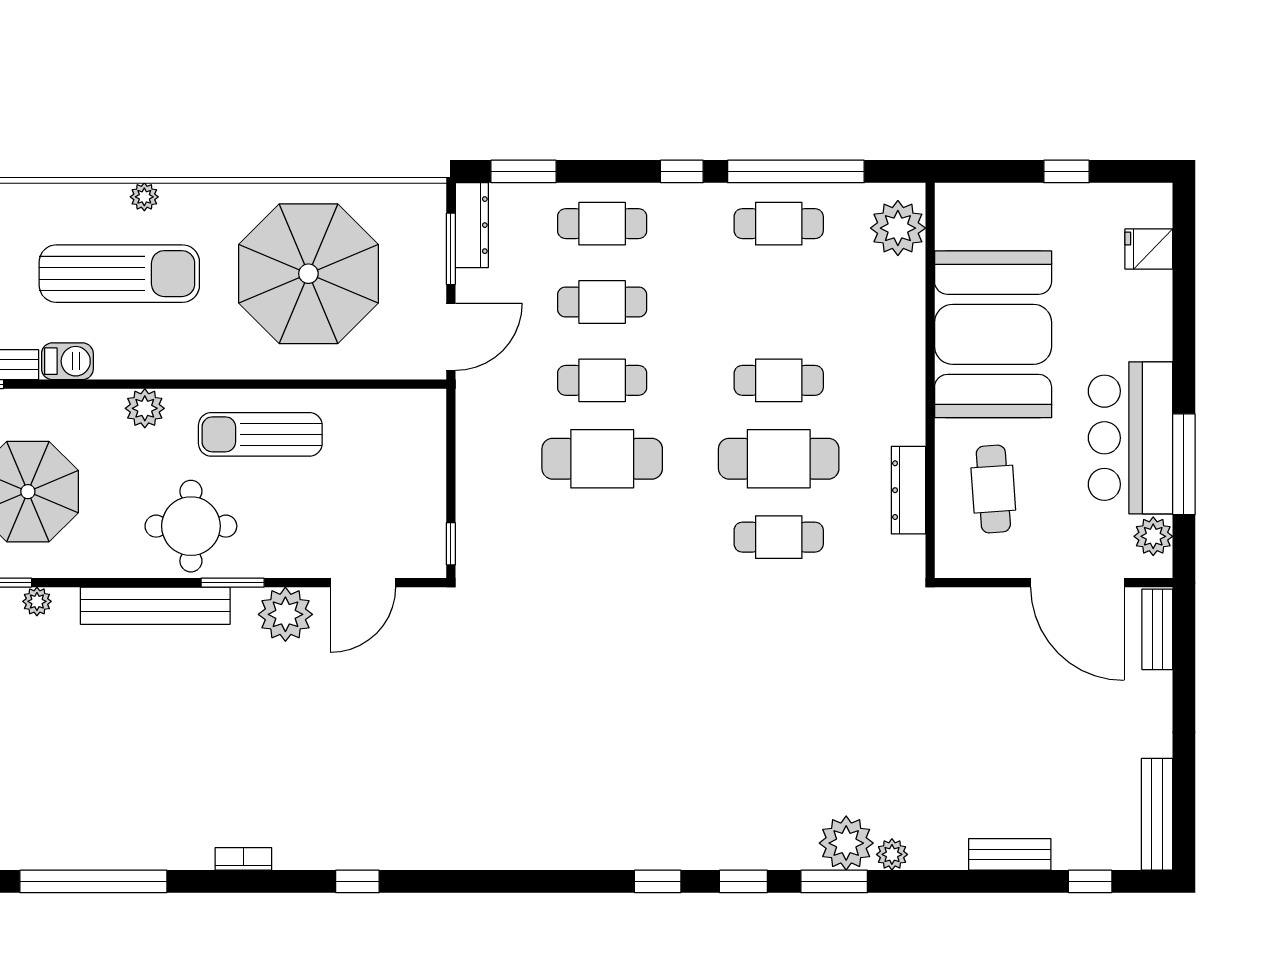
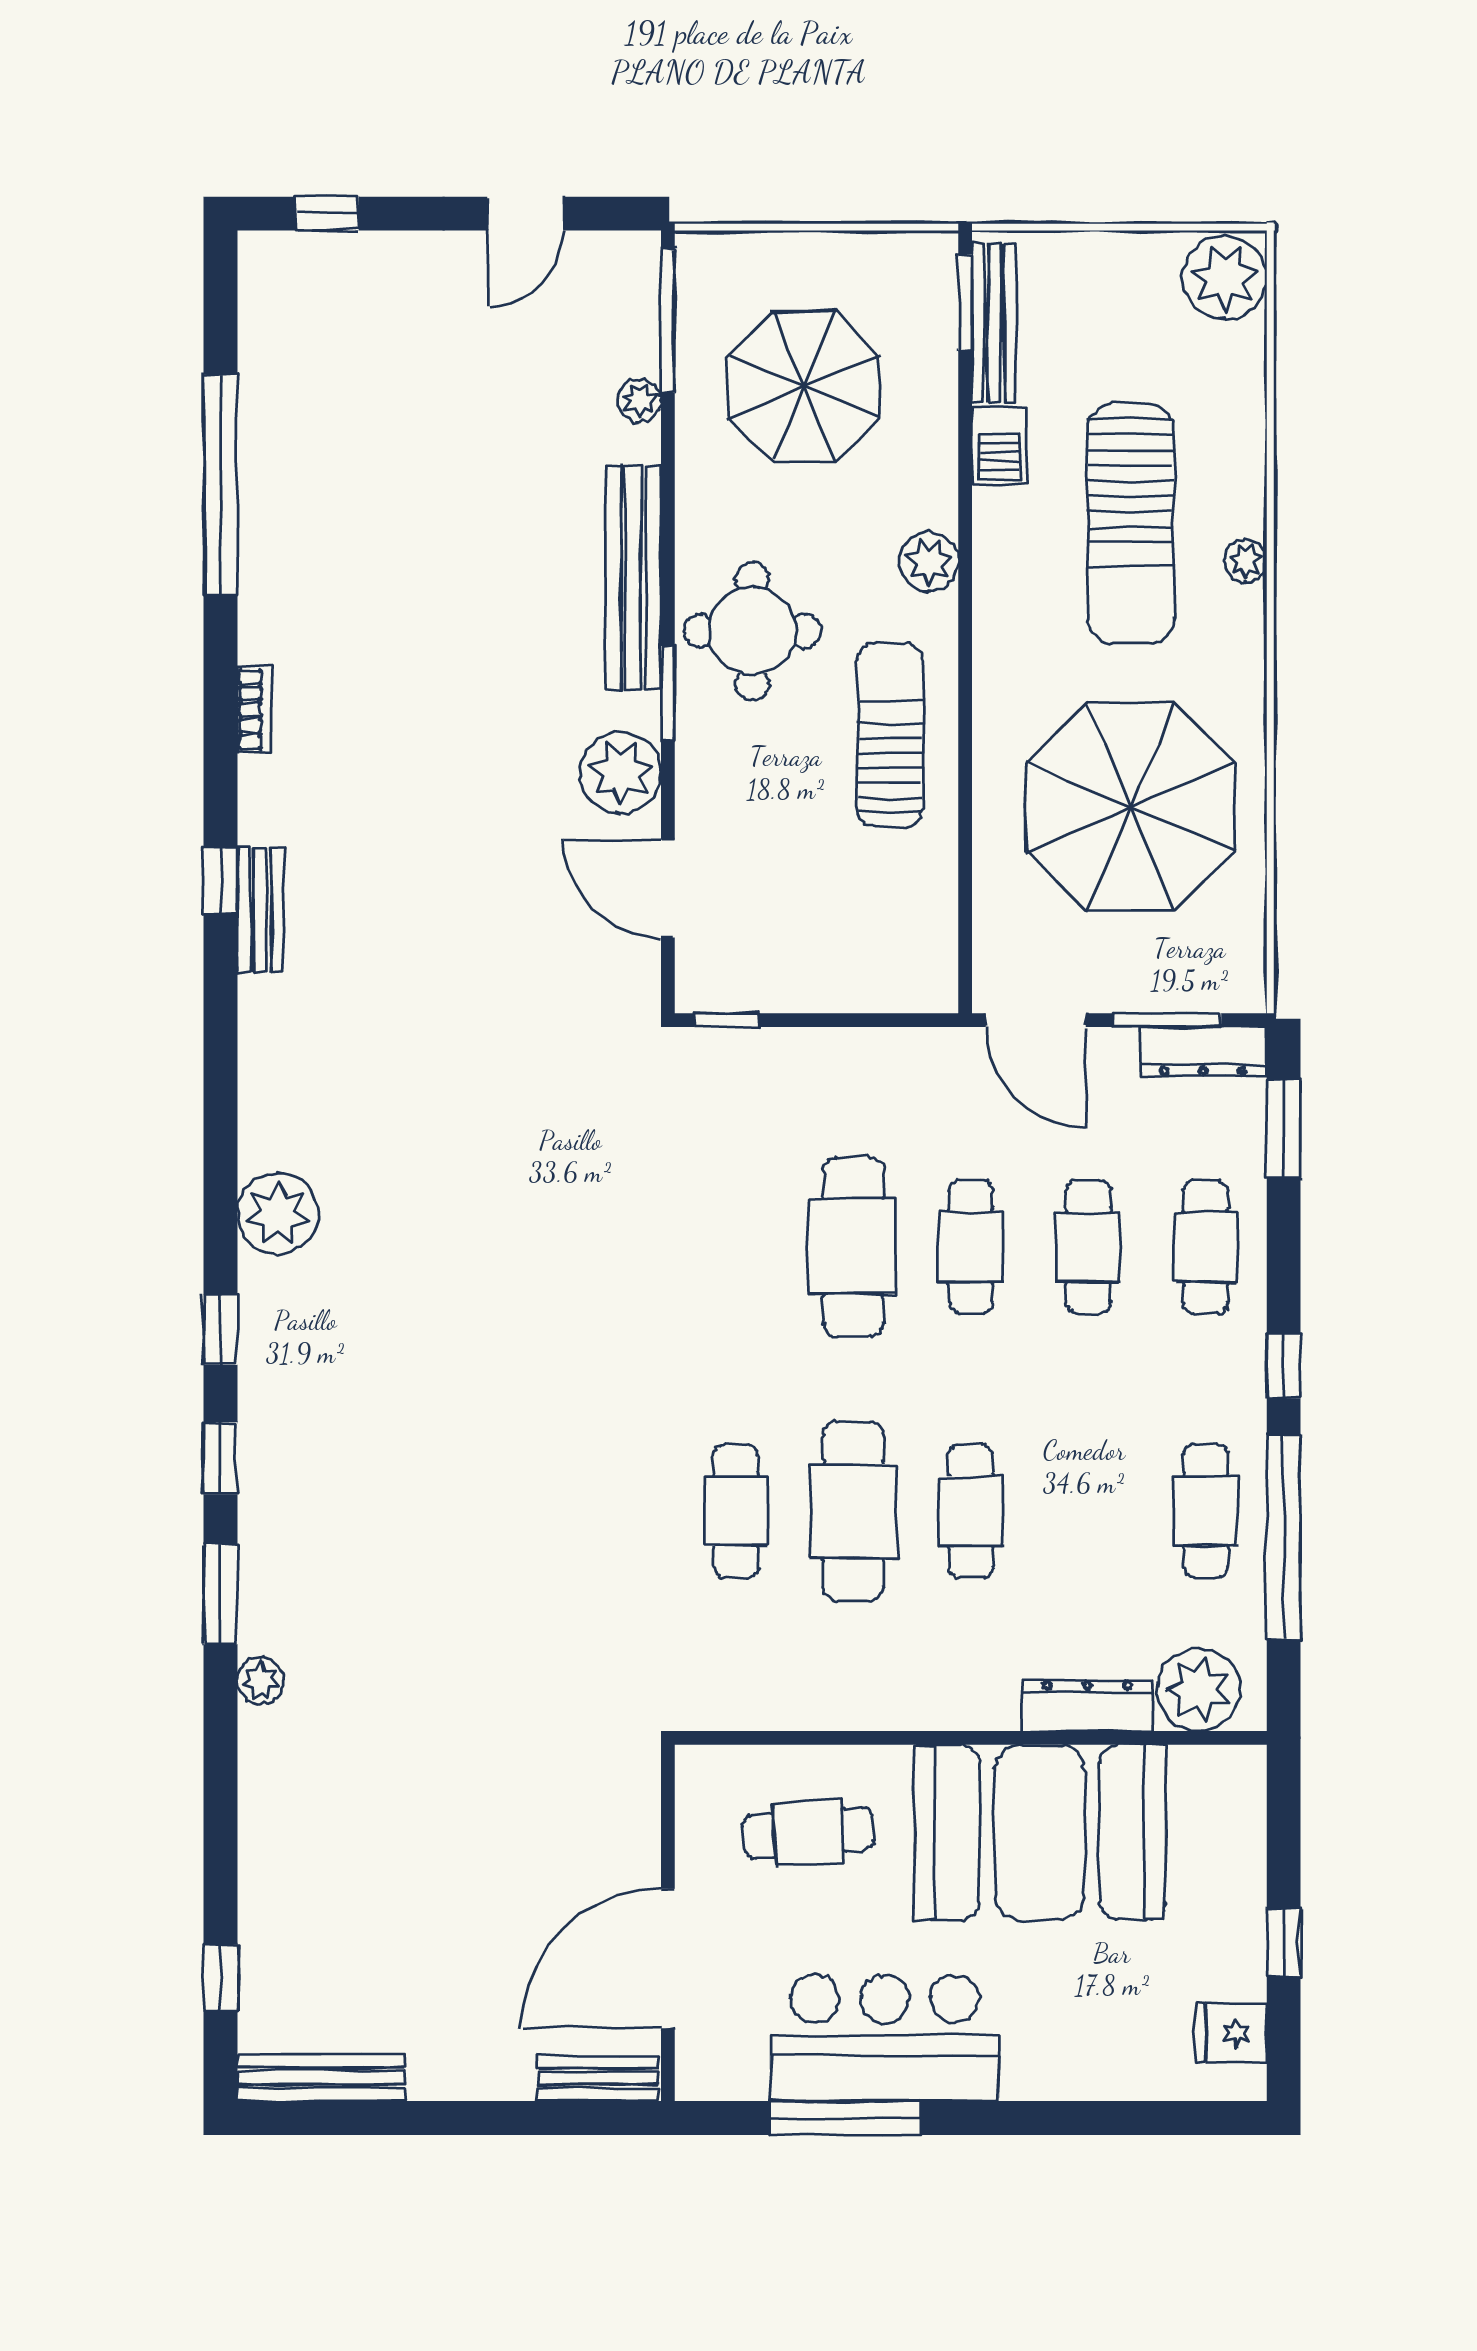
fridge: (1149, 249) -> (1231, 2033), moved, turned -90
dresser: (908, 490) -> (1087, 1705), moved
plant: (1153, 536) -> (737, 2072), removed
plant: (846, 843) -> (278, 1214), moved
bench: (1010, 854) -> (261, 910), moved

